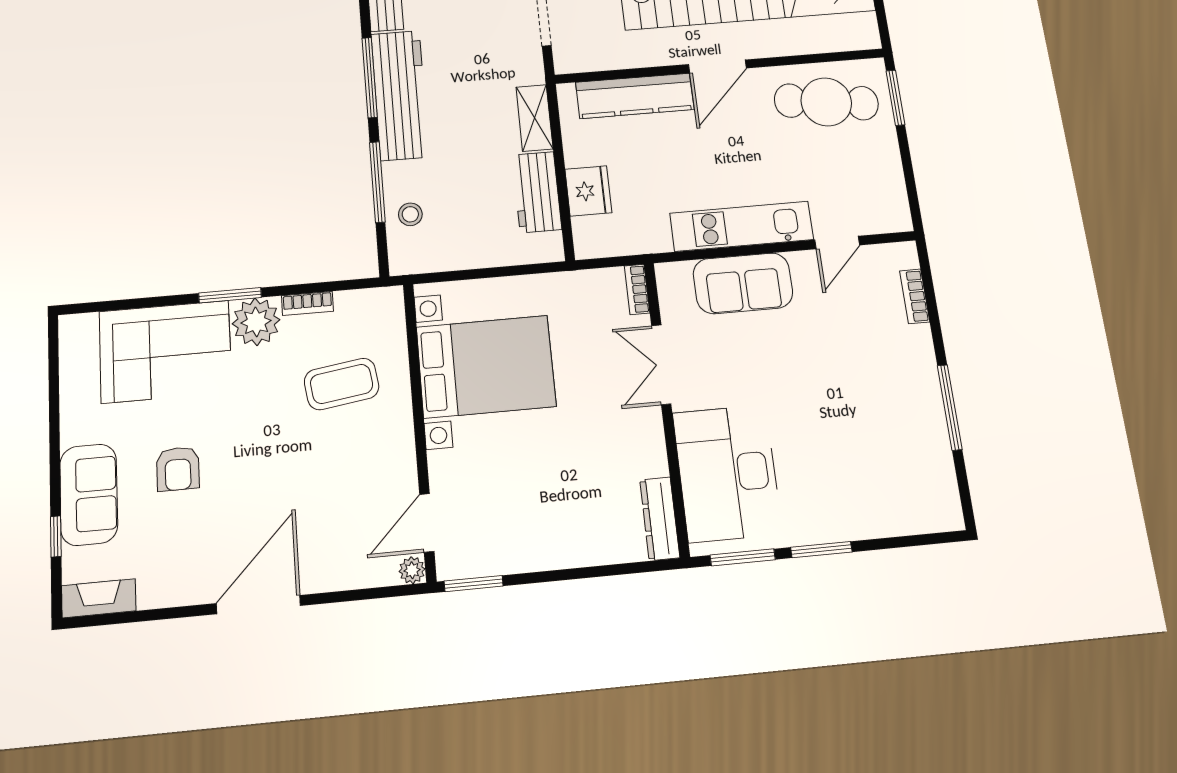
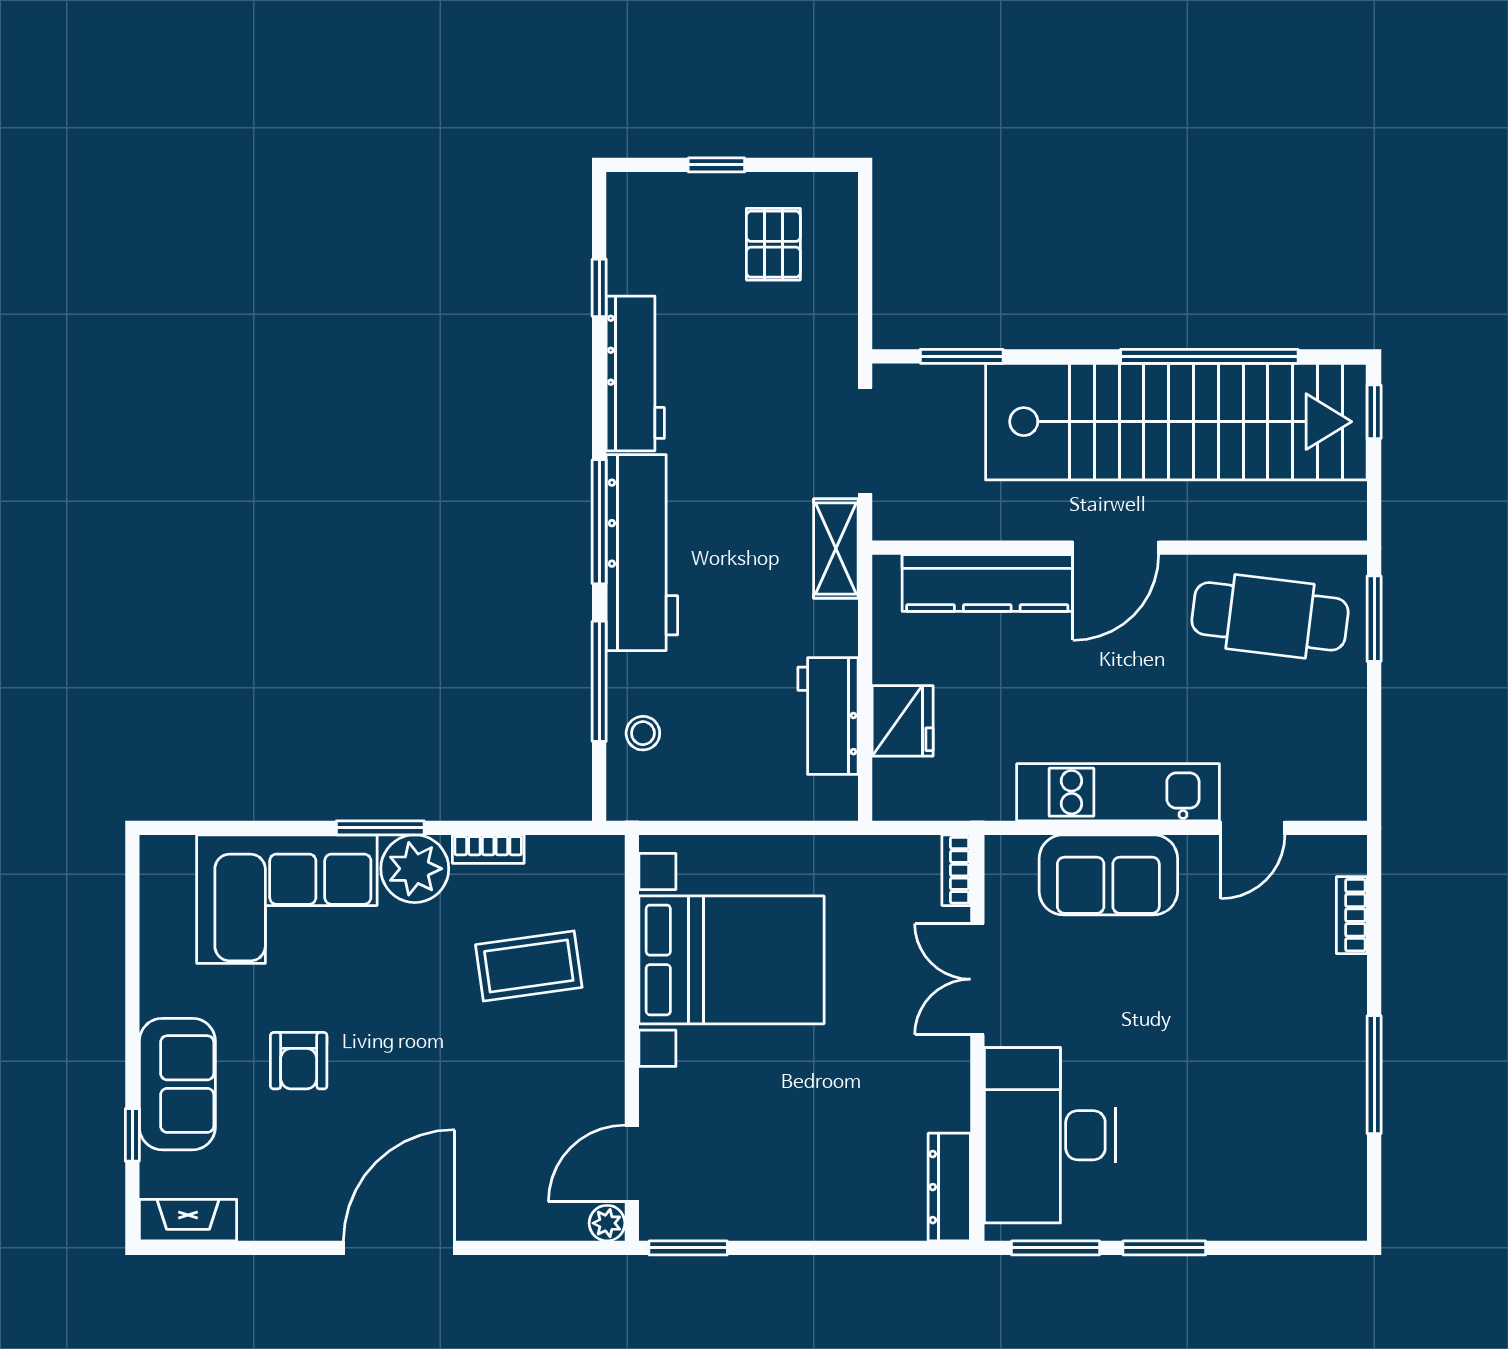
shelving: (535, 118) -> (836, 549), moved

